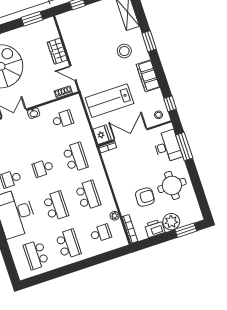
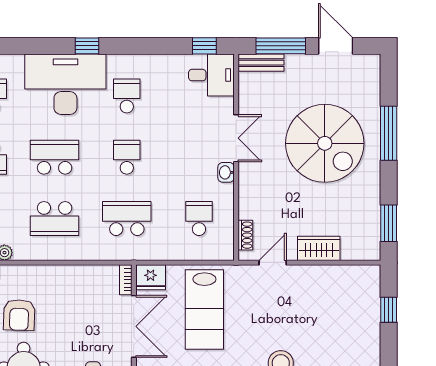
lab bench: (110, 101) -> (204, 309), turned 180
school desk: (63, 119) -> (199, 219), turned 180
school desk: (75, 157) -> (127, 219), turned 180
school desk: (56, 206) -> (55, 157), turned 180

